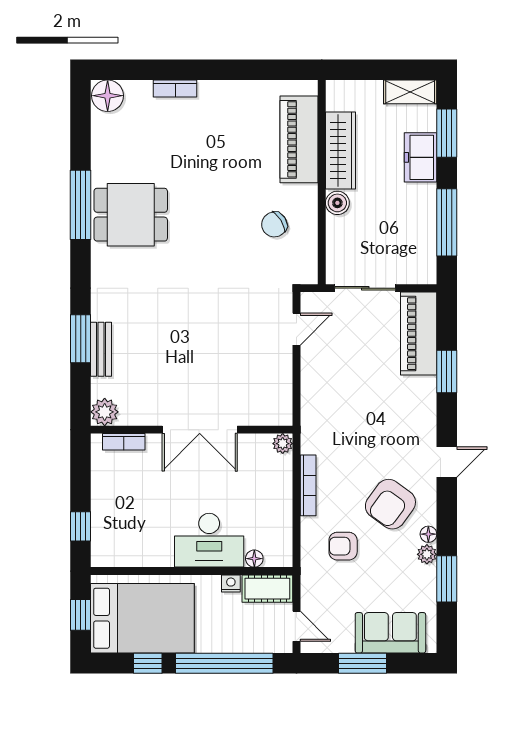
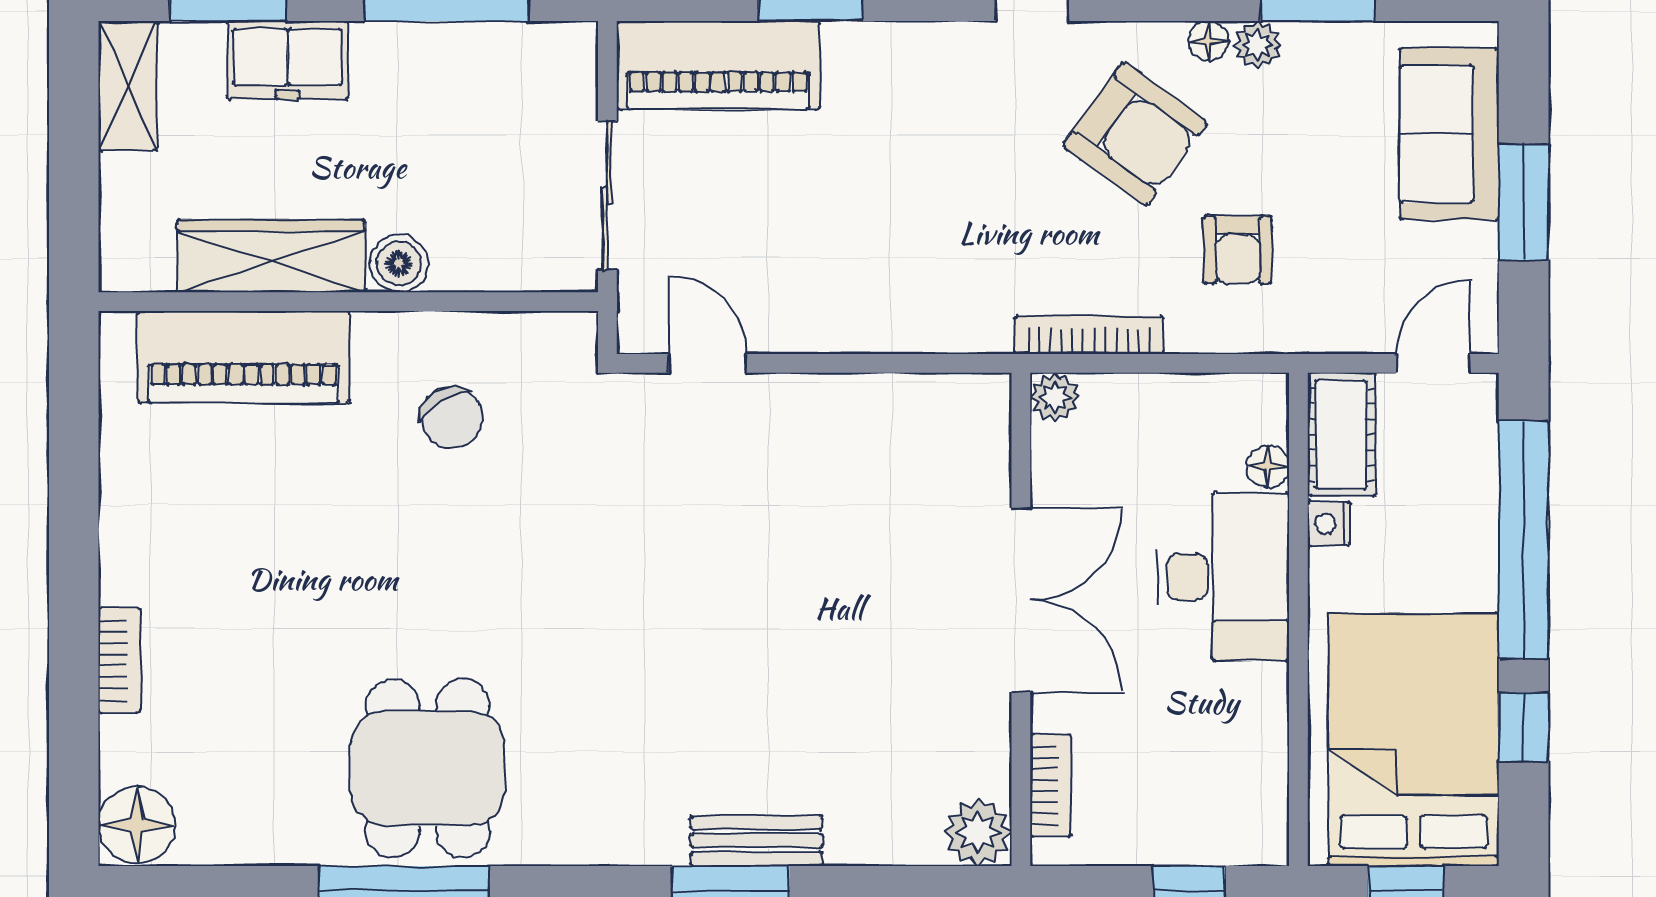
plant: (105, 412) -> (978, 832), moved
wall: (192, 430) -> (1021, 619), moved
double door: (200, 430) -> (1021, 600), moved
bookcase: (124, 442) -> (1051, 785), moved
plant: (283, 444) -> (1055, 397), moved

